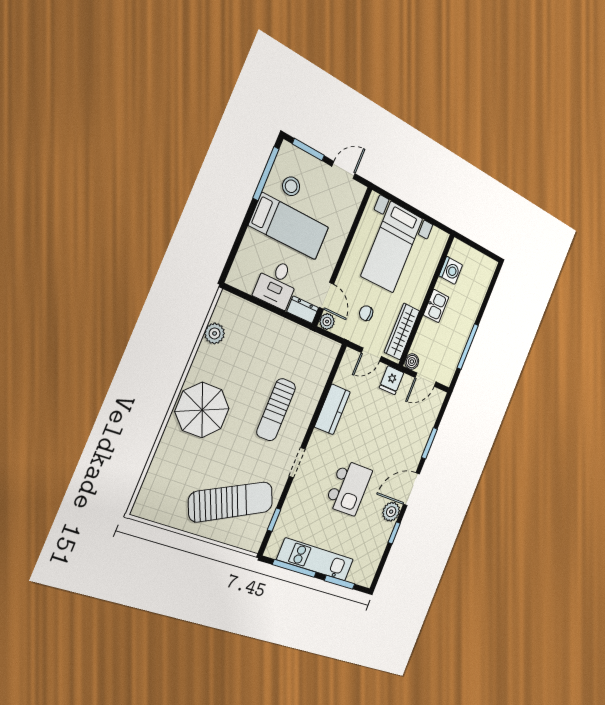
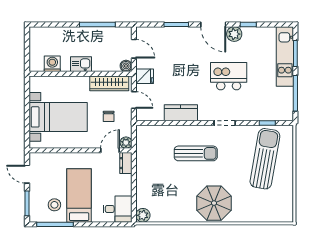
desk: (277, 284) -> (117, 209), moved
plant: (215, 333) -> (143, 215), moved
sun lounger: (231, 502) -> (265, 159), turned 35
kitchen unit: (316, 560) -> (285, 56), moved

